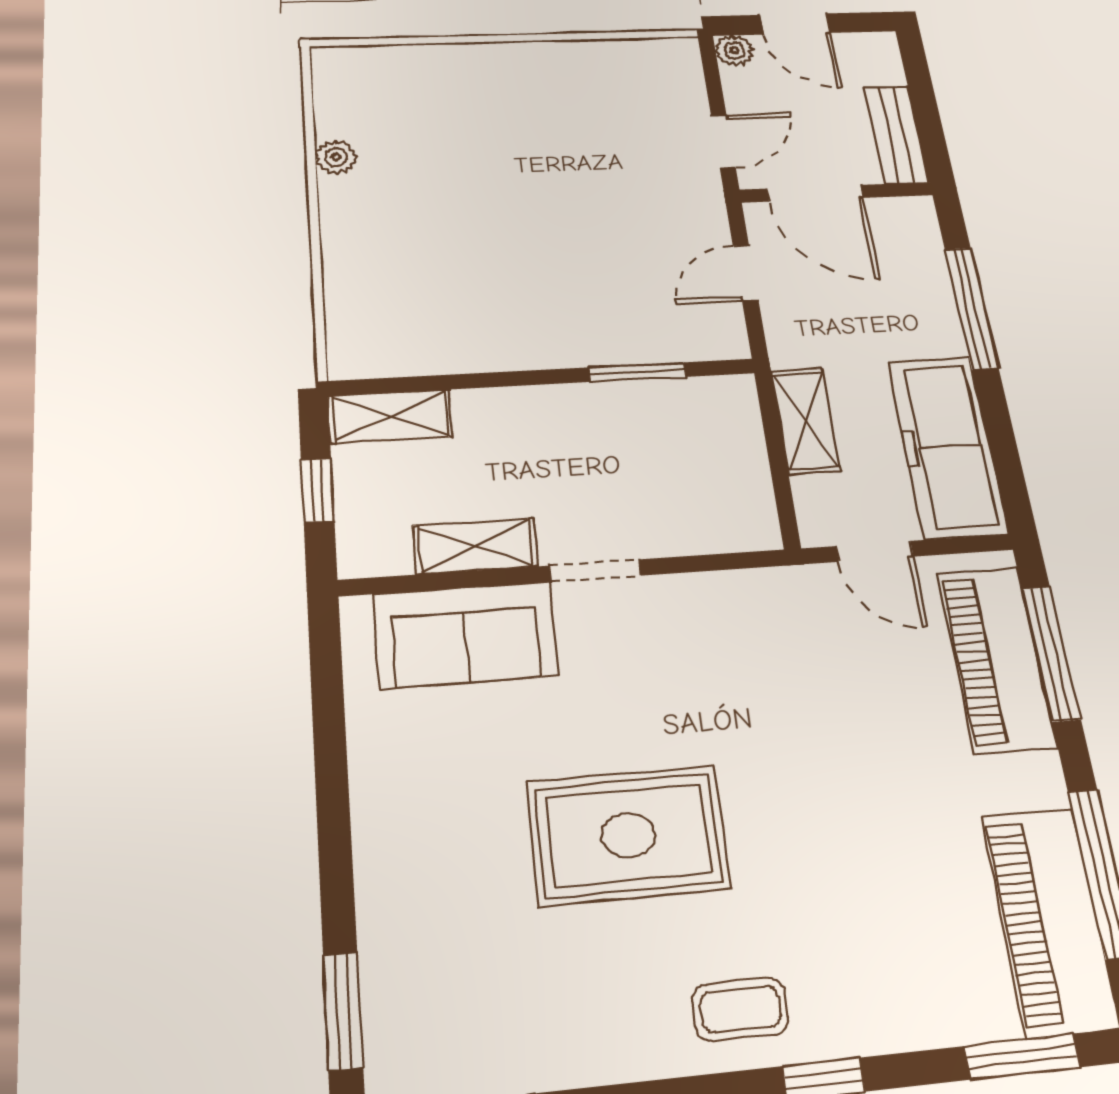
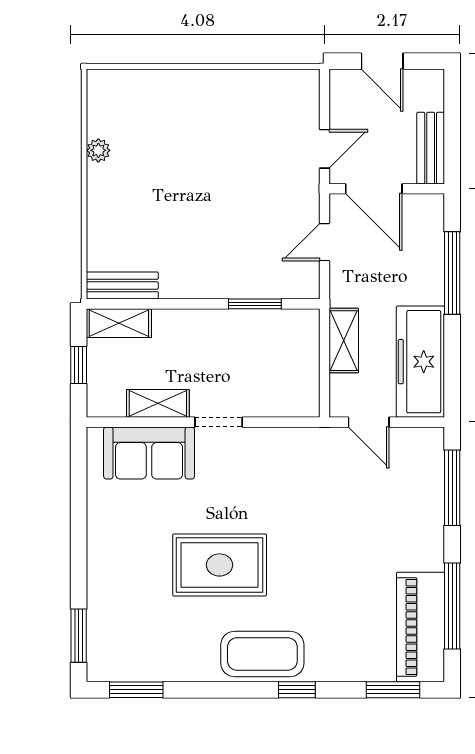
plant: (734, 50) -> (341, 81), removed
bench: (393, 356) -> (122, 286), added
piano: (996, 659) -> (422, 489), removed
coffee table: (740, 1009) -> (262, 654), width x1.86, depth x1.72

